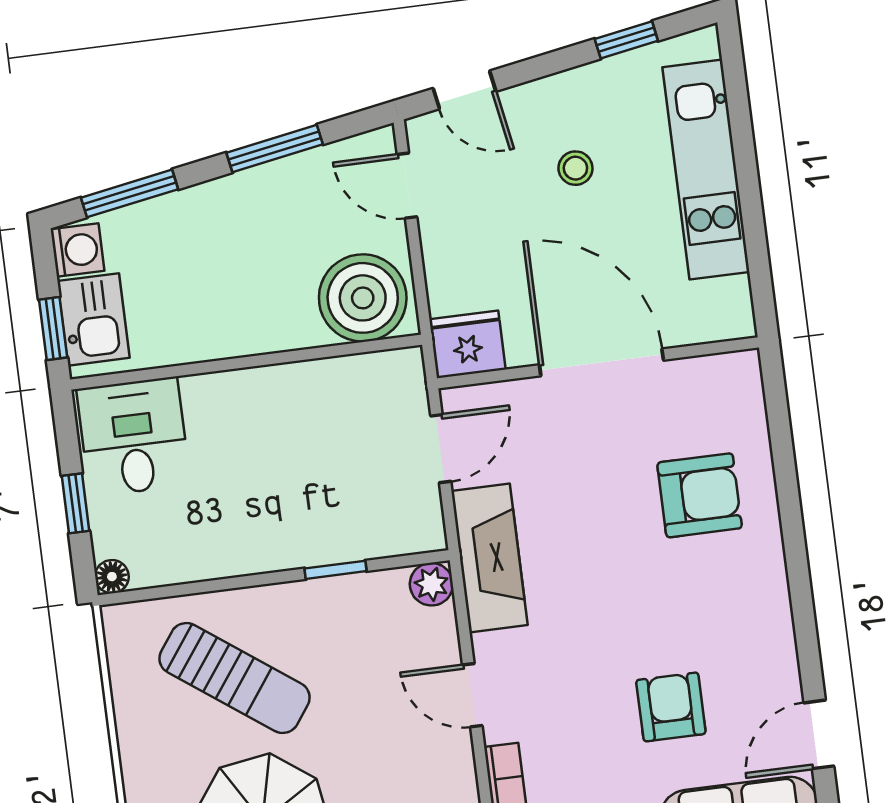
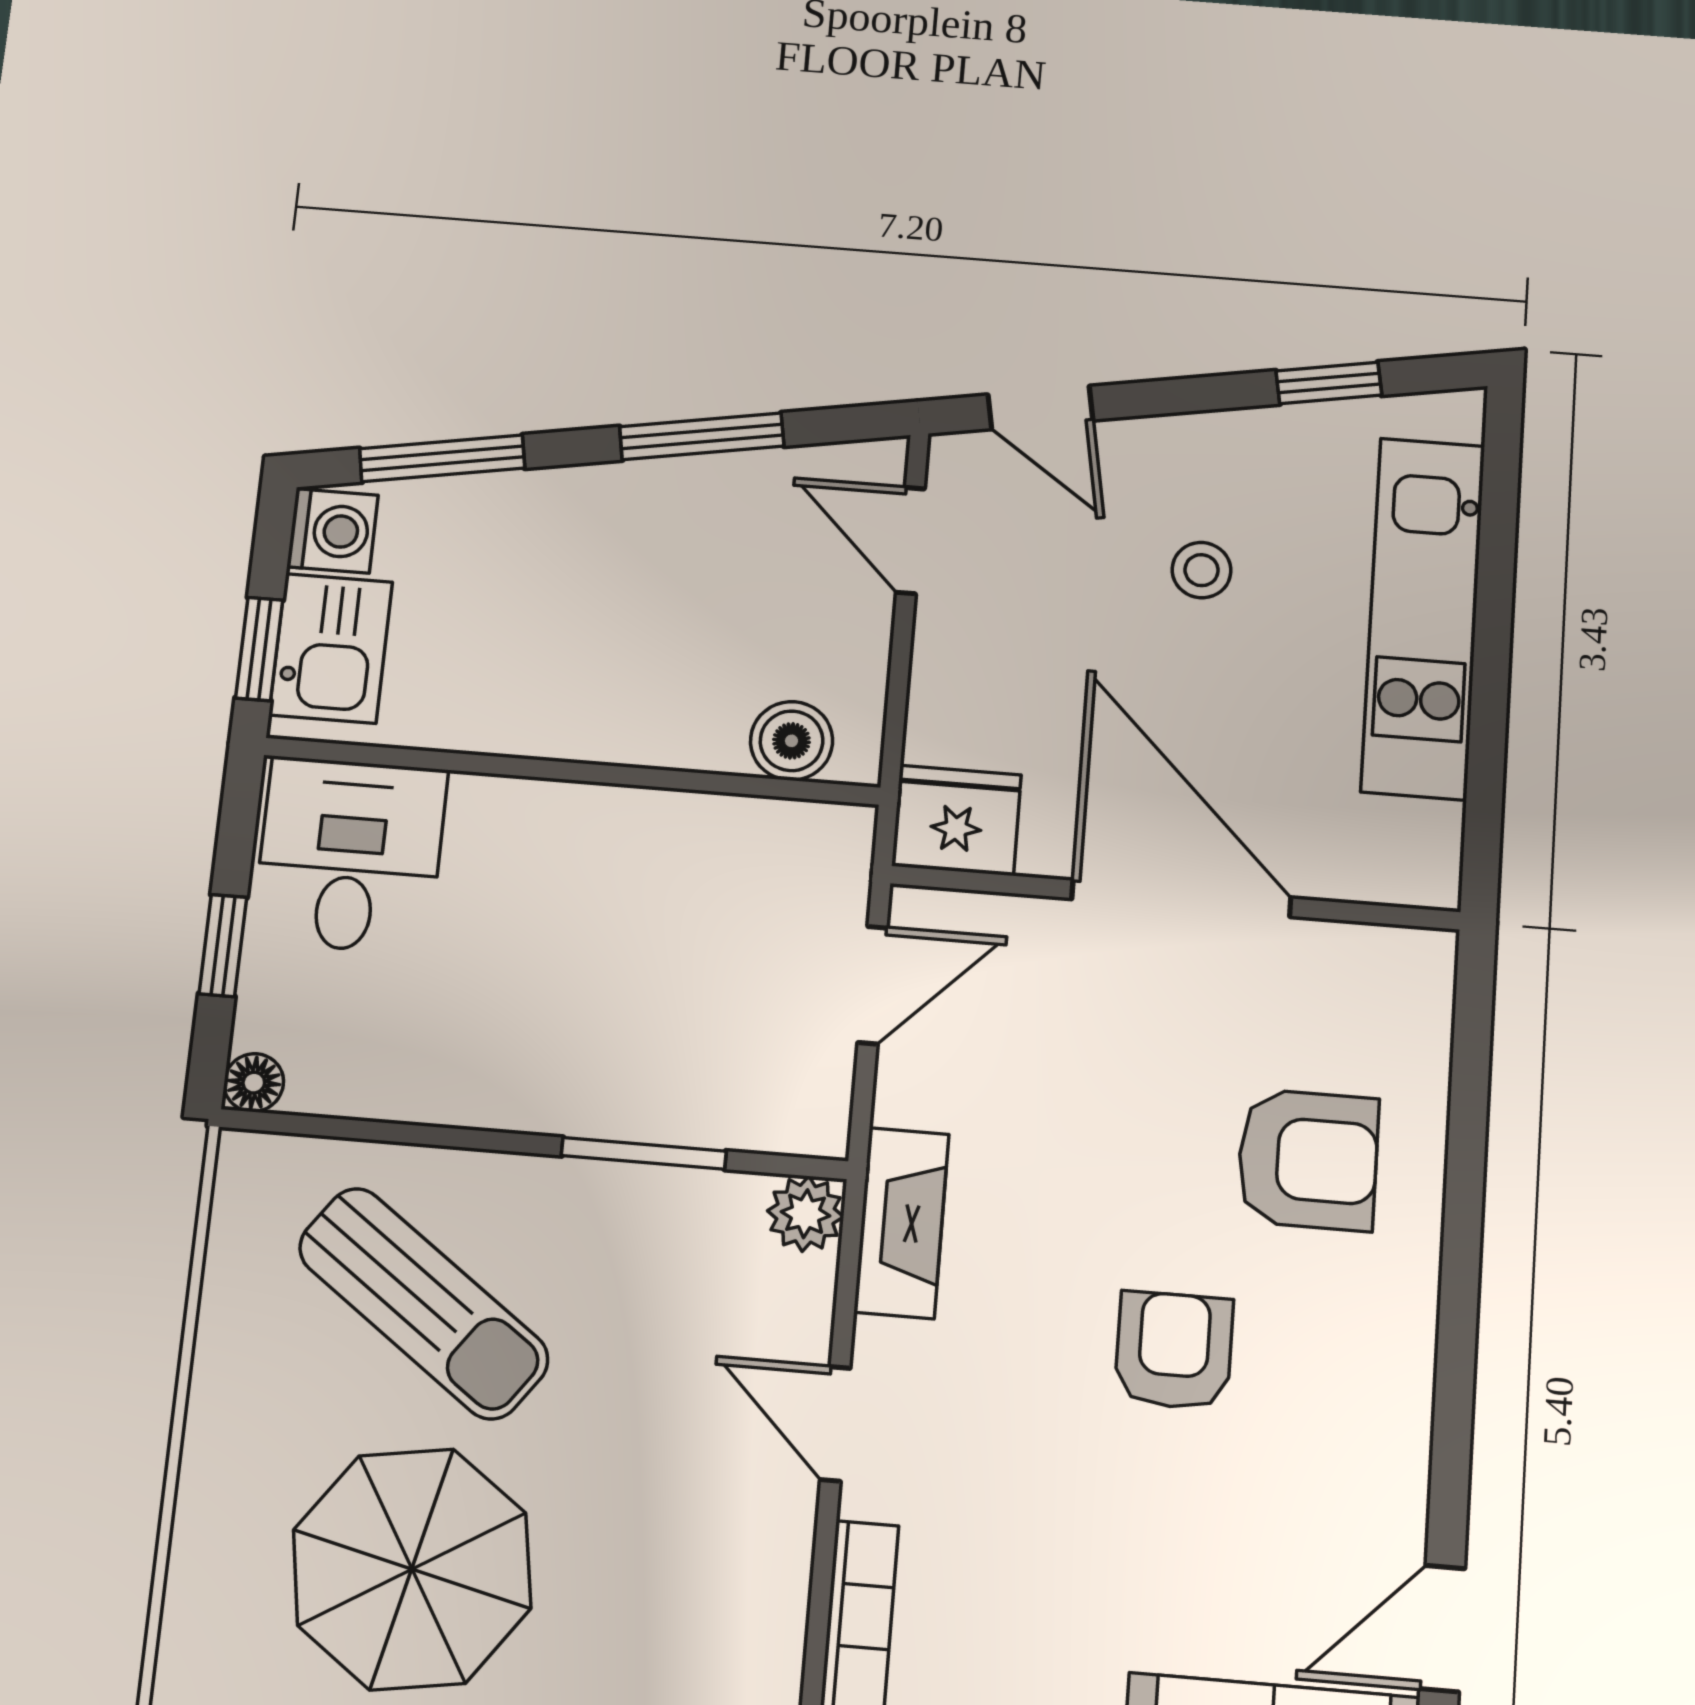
boiler: (363, 298) -> (792, 741), width x0.54, depth x0.54
fireplace: (489, 558) -> (902, 1223), width x0.73, depth x0.76
window: (335, 570) -> (644, 1153), width x1.50
armchair: (671, 707) -> (1174, 1351), moved

